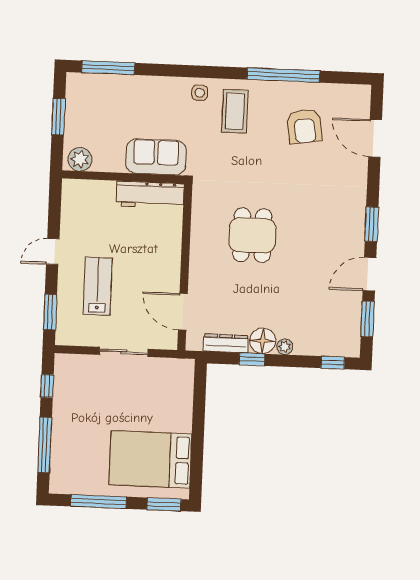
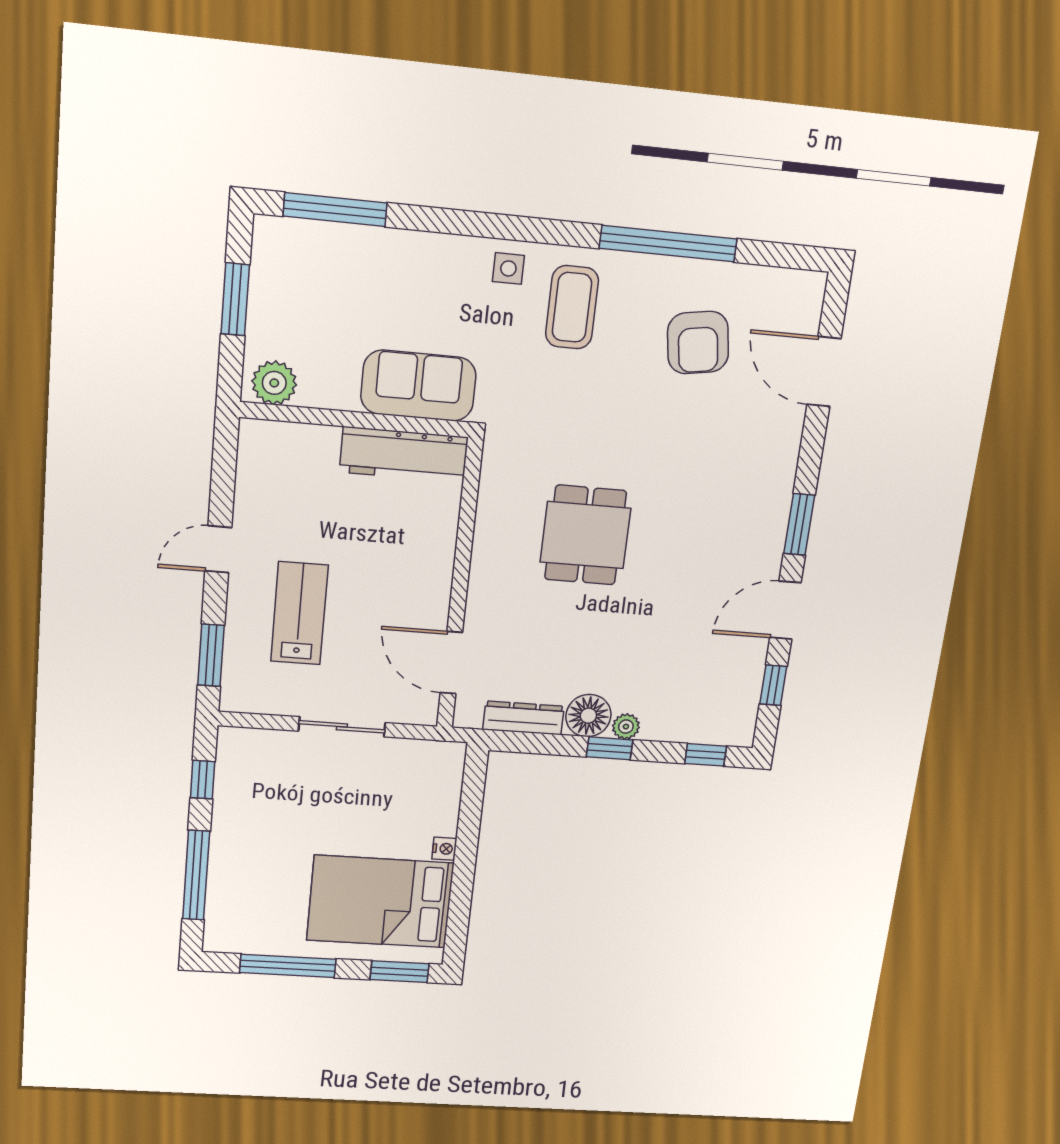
window: (368, 319) -> (773, 685), width x0.67
window: (252, 359) -> (610, 748), moved
nightstand: (186, 425) -> (444, 849), added

